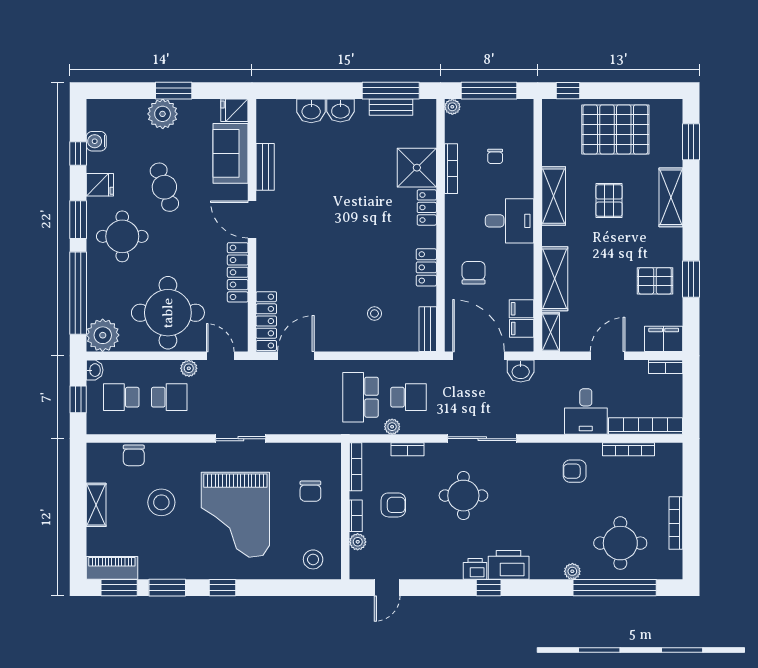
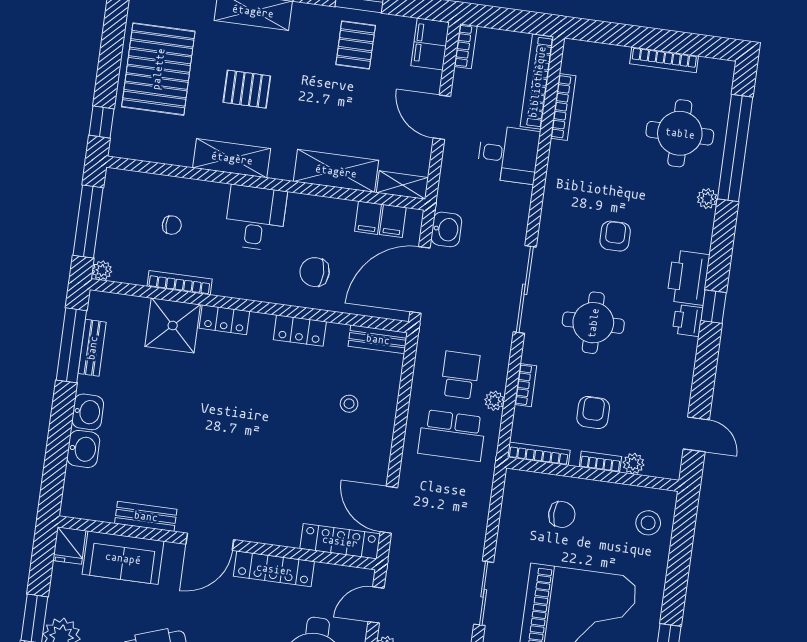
armchair: (575, 471) -> (615, 236), moved, turned 180

